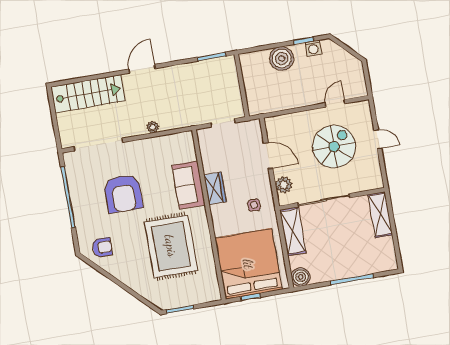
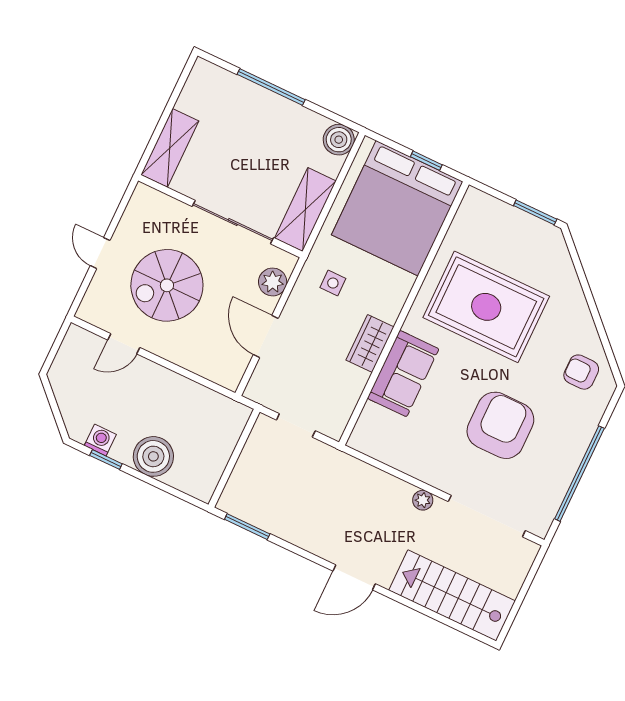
plant: (153, 127) -> (423, 500), moved
rug: (171, 246) -> (486, 307), turned 90

